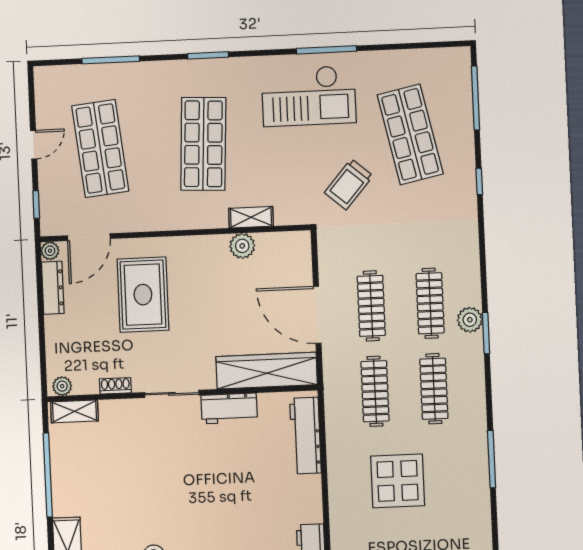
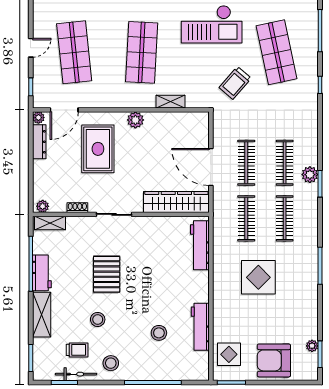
plant: (242, 246) -> (135, 120), moved
workbench: (229, 408) -> (42, 273), moved, turned -90
pallet: (165, 486) -> (107, 274), added

